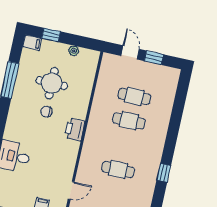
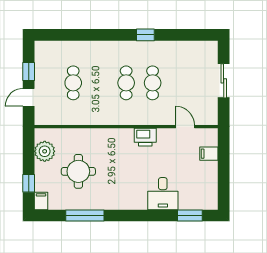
plant: (74, 51) -> (45, 151), width x1.88, depth x1.88
chair: (46, 112) -> (109, 170), removed
cafe table: (129, 121) -> (126, 83), moved
printer: (75, 129) -> (145, 137), moved

